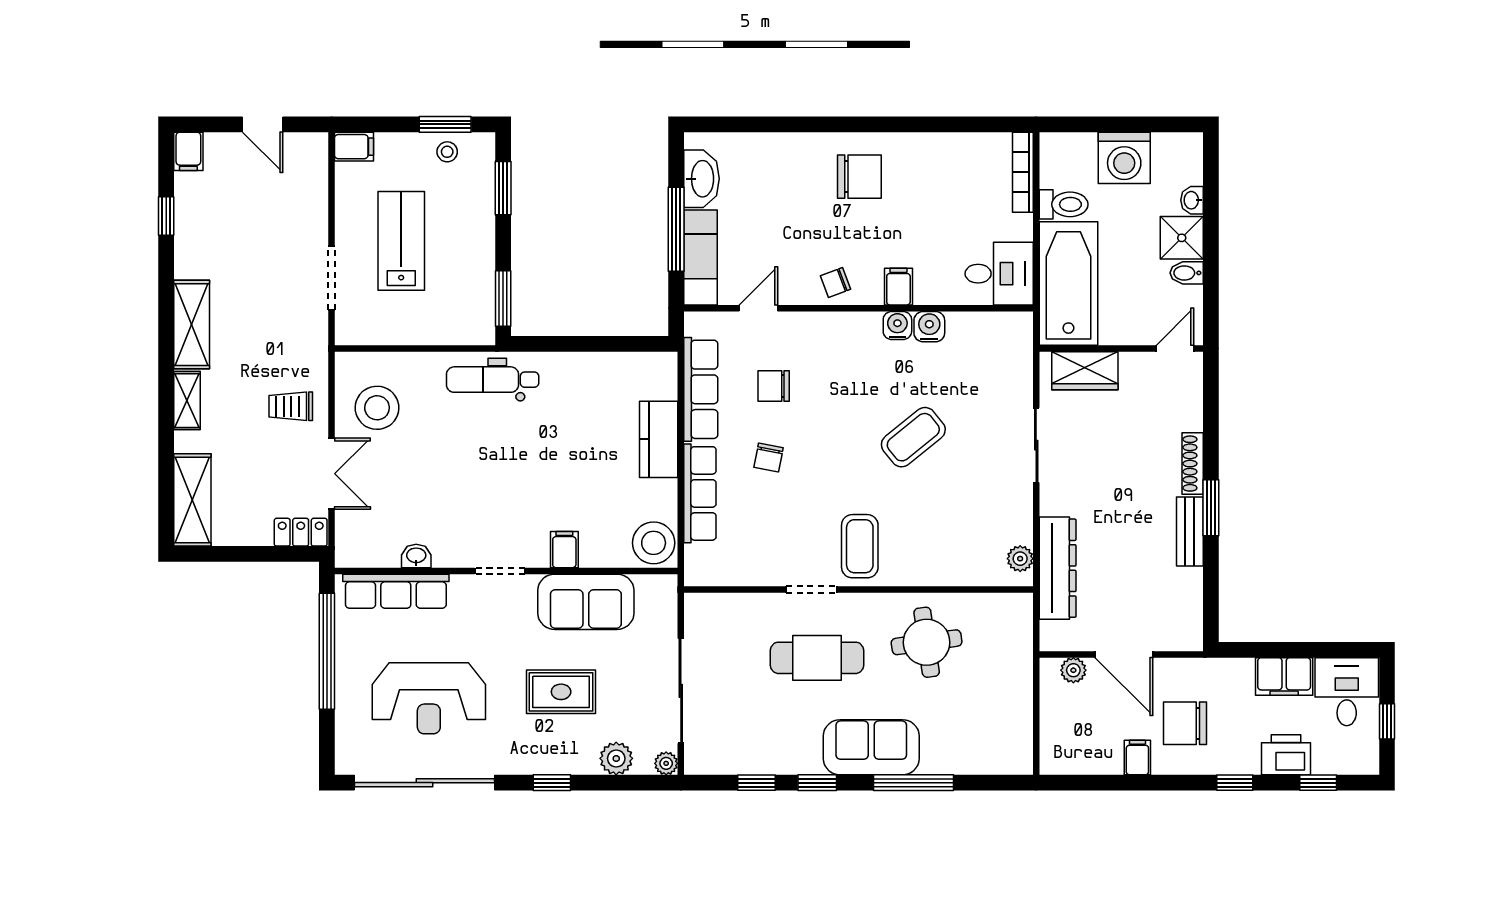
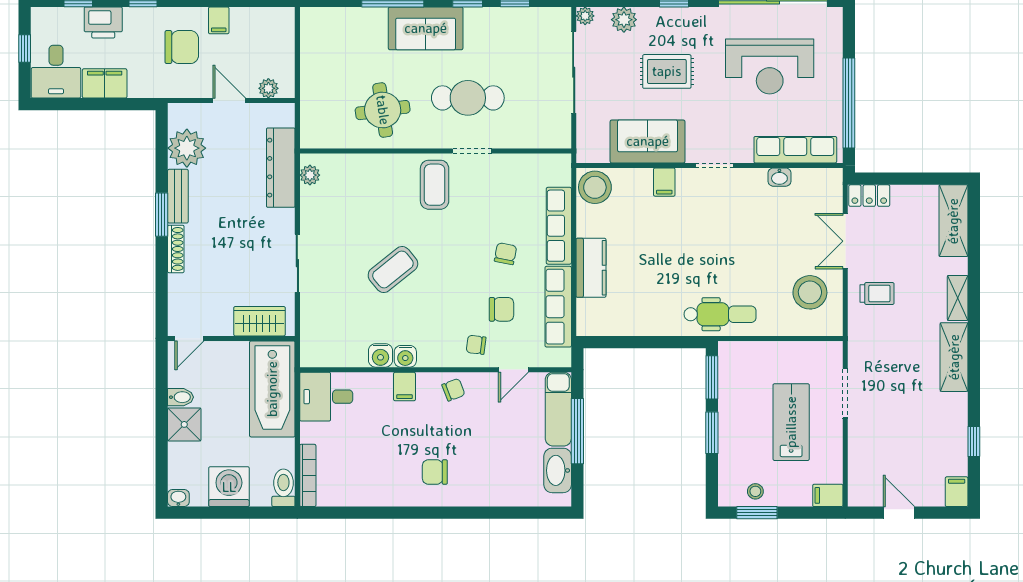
chair: (859, 177) -> (435, 472), width x0.73, depth x0.73
window: (503, 188) -> (712, 433), moved
washbasin: (1192, 200) -> (178, 498), moved, turned -90
toilet: (1064, 204) -> (283, 488), moved, turned 90
lab bench: (401, 241) -> (791, 422), turned 180
chair: (806, 340) -> (476, 345), added
plant: (1178, 593) -> (187, 148), added
door: (1124, 654) -> (229, 101), width x0.73
reception desk: (429, 698) -> (770, 66), turned 180

